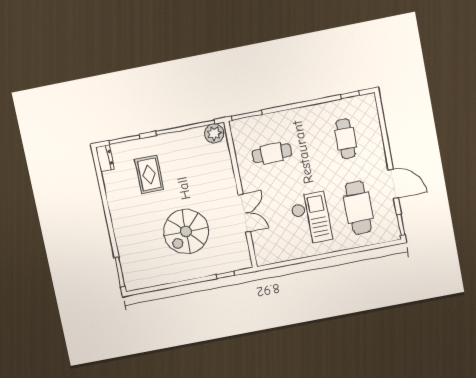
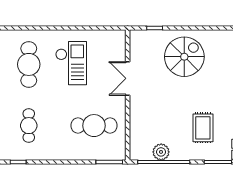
plant: (214, 134) -> (161, 152), moved
cafe table: (272, 153) -> (94, 126), width x1.37, depth x1.35
checkout: (311, 218) -> (71, 63), turned 180
spiral stairs: (186, 231) -> (184, 57), moved

